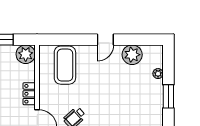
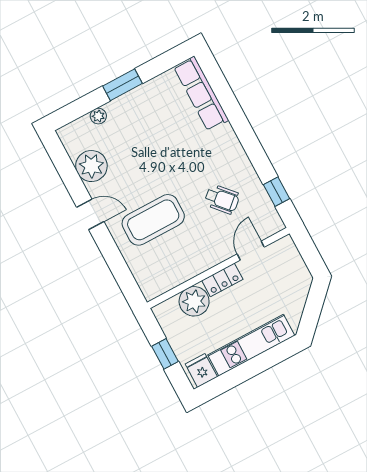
plant: (26, 54) -> (194, 301), moved
coffee table: (65, 65) -> (153, 220), moved

